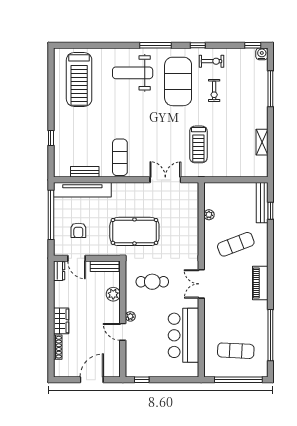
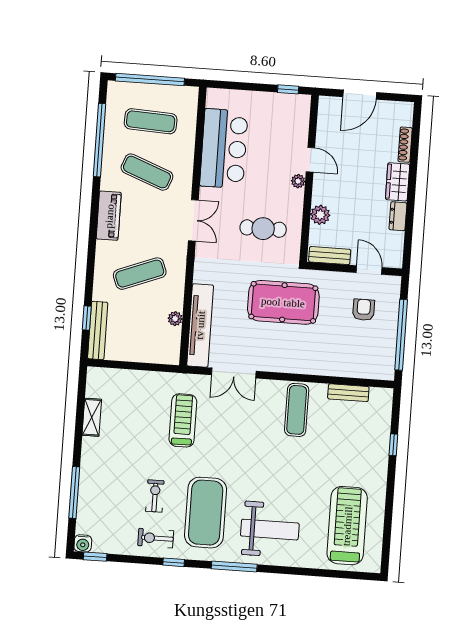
tv unit: (82, 190) -> (200, 325), moved, turned 90
dresser: (59, 271) -> (398, 216), moved
exercise mat: (236, 315) -> (147, 172), added

